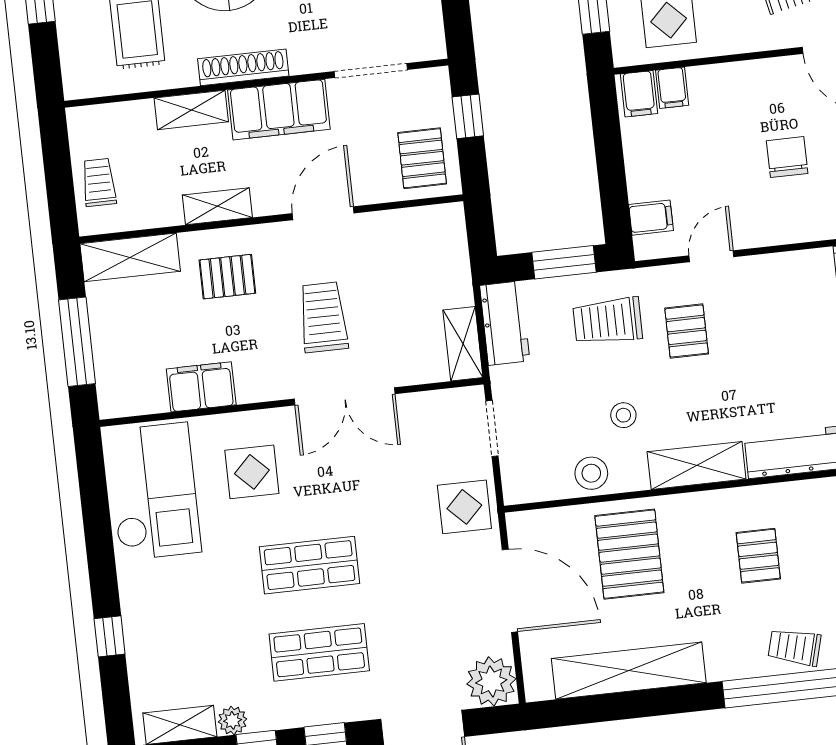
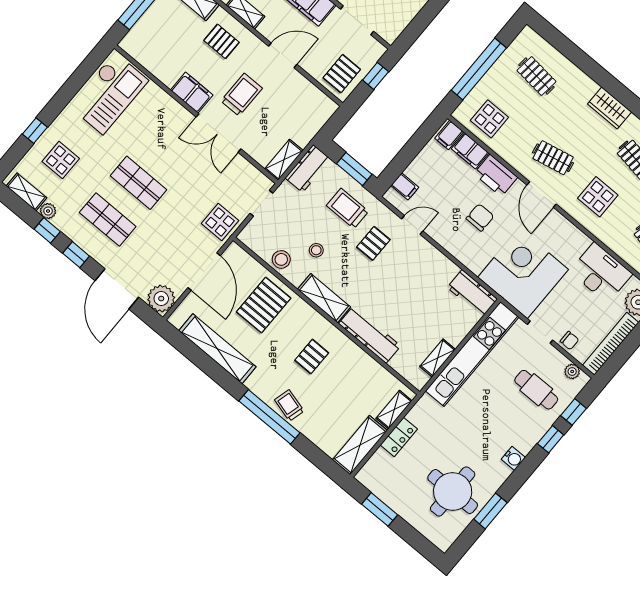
printer: (751, 83) -> (496, 176), added
filing cabinet: (672, 88) -> (470, 151), width x2.00
filing cabinet: (201, 387) -> (192, 93), moved
display table: (252, 472) -> (61, 160), moved

